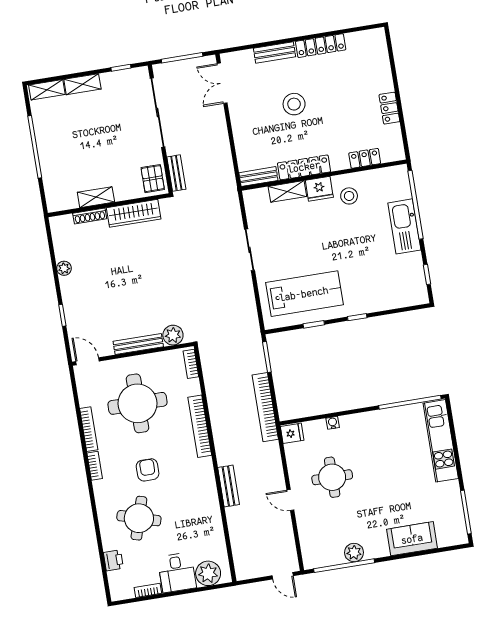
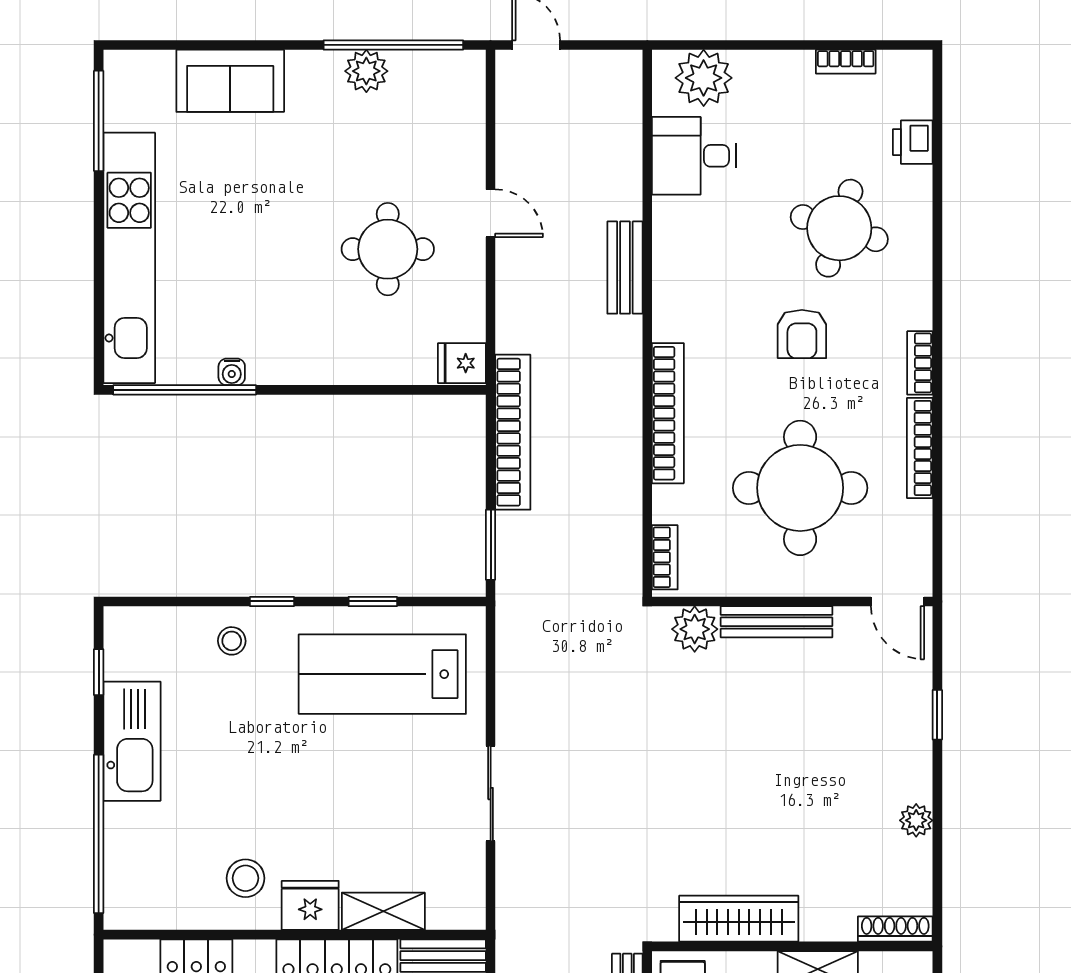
shoe rack: (90, 216) -> (895, 929), moved
kitchen sink: (404, 226) -> (132, 741), moved
stool: (372, 297) -> (232, 641), added
water cooler: (333, 423) -> (232, 372), moved
kitchen unit: (441, 441) -> (129, 258), width x1.36
desk: (177, 572) -> (694, 156), moved, turned -90

